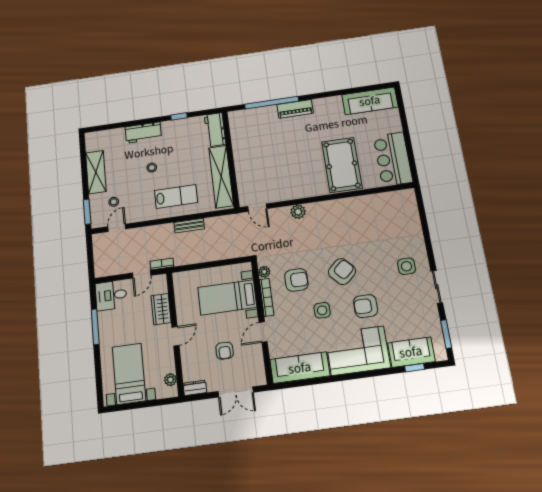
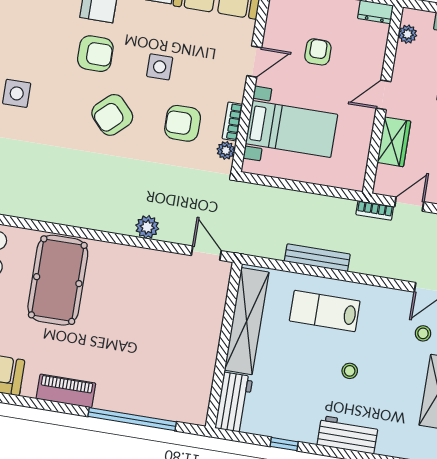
piano: (295, 109) -> (66, 391), moved
bench: (189, 226) -> (317, 258), width x1.36
bookcase: (267, 297) -> (232, 121), width x0.64

